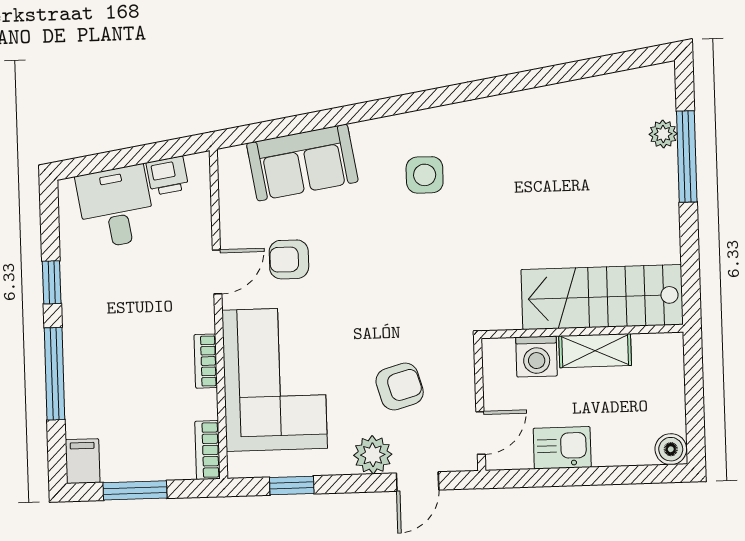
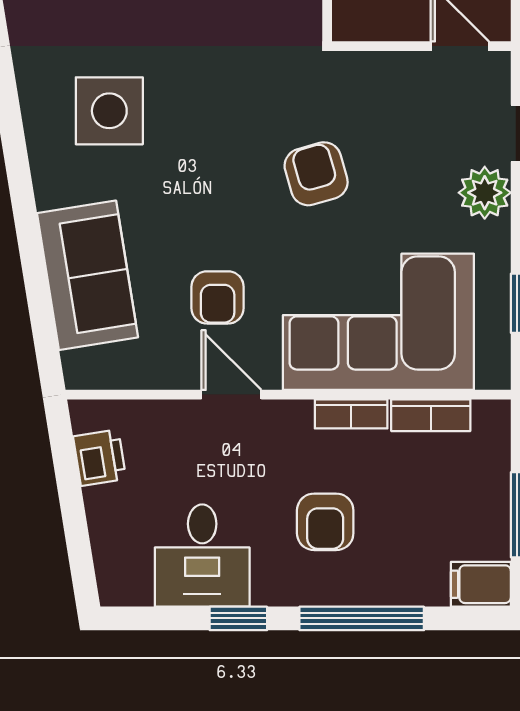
side table: (425, 175) -> (109, 111), width x1.37, depth x1.37
desk: (116, 207) -> (202, 556), moved, turned -81
armchair: (125, 344) -> (325, 522), added
armchair: (400, 387) -> (316, 174), moved
bookcase: (208, 450) -> (431, 415), moved

